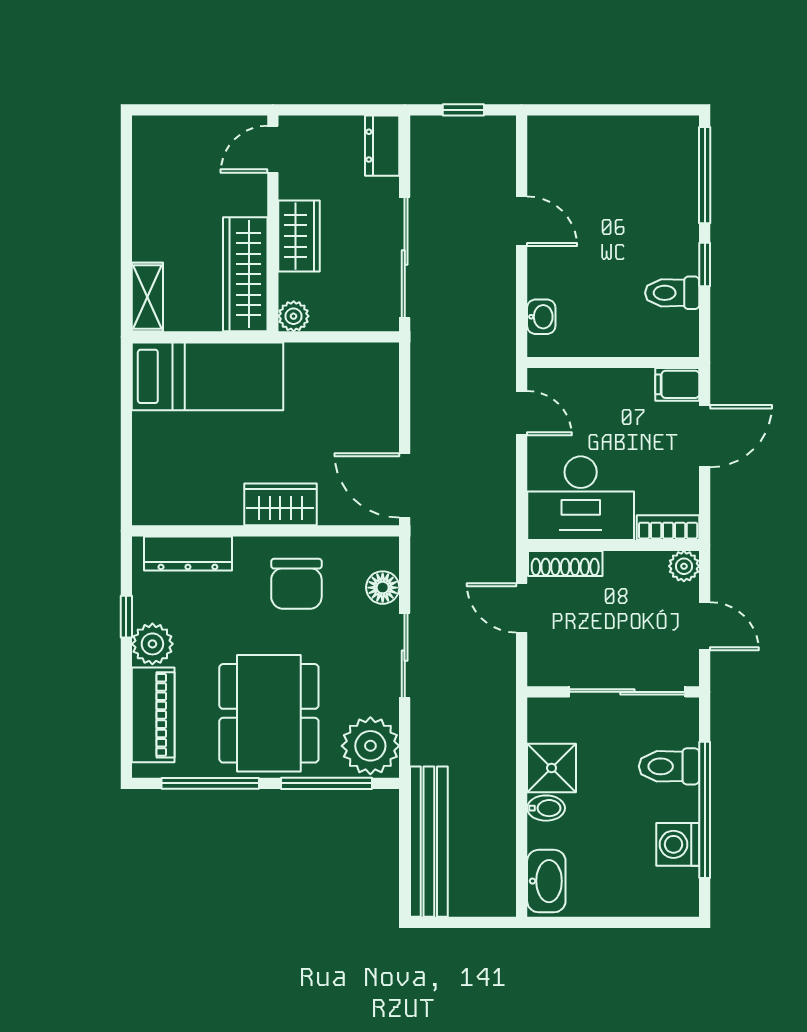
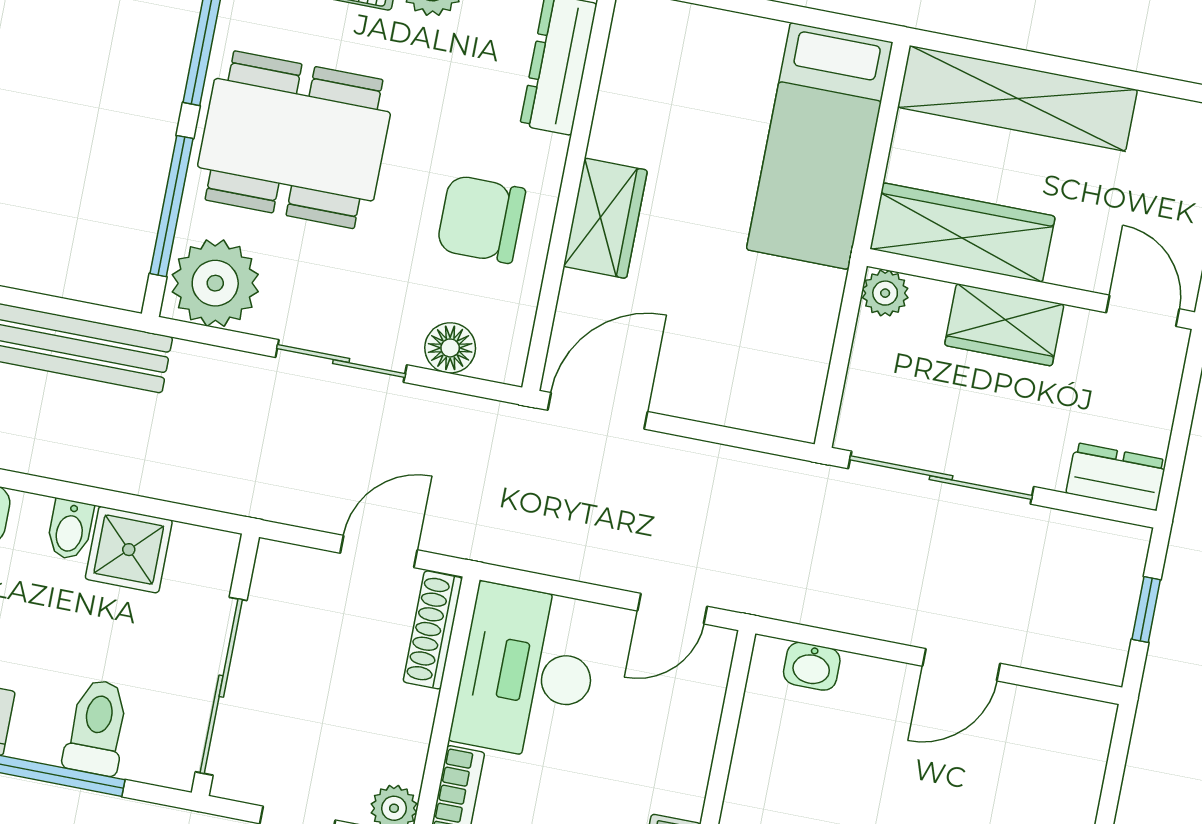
shelving: (147, 297) -> (1018, 98), width x2.20, depth x1.33

